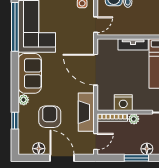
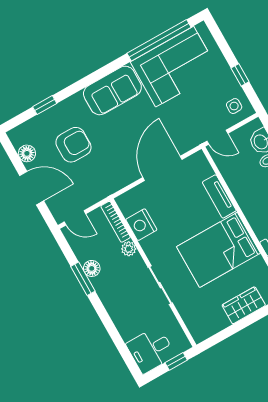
plant: (24, 100) -> (76, 101), removed
fireplace: (86, 112) -> (104, 186), removed
floor lamp: (147, 149) -> (92, 268), moved
door: (62, 158) -> (32, 188), hinge flipped

